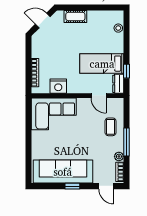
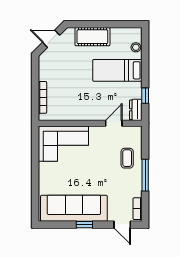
cot: (75, 17) -> (92, 37), width x1.37, depth x1.34
bed: (102, 64) -> (117, 70), moved
nightstand: (58, 86) -> (68, 112), removed
door: (99, 96) -> (114, 123), swing flipped
plant: (119, 156) -> (137, 191), removed

